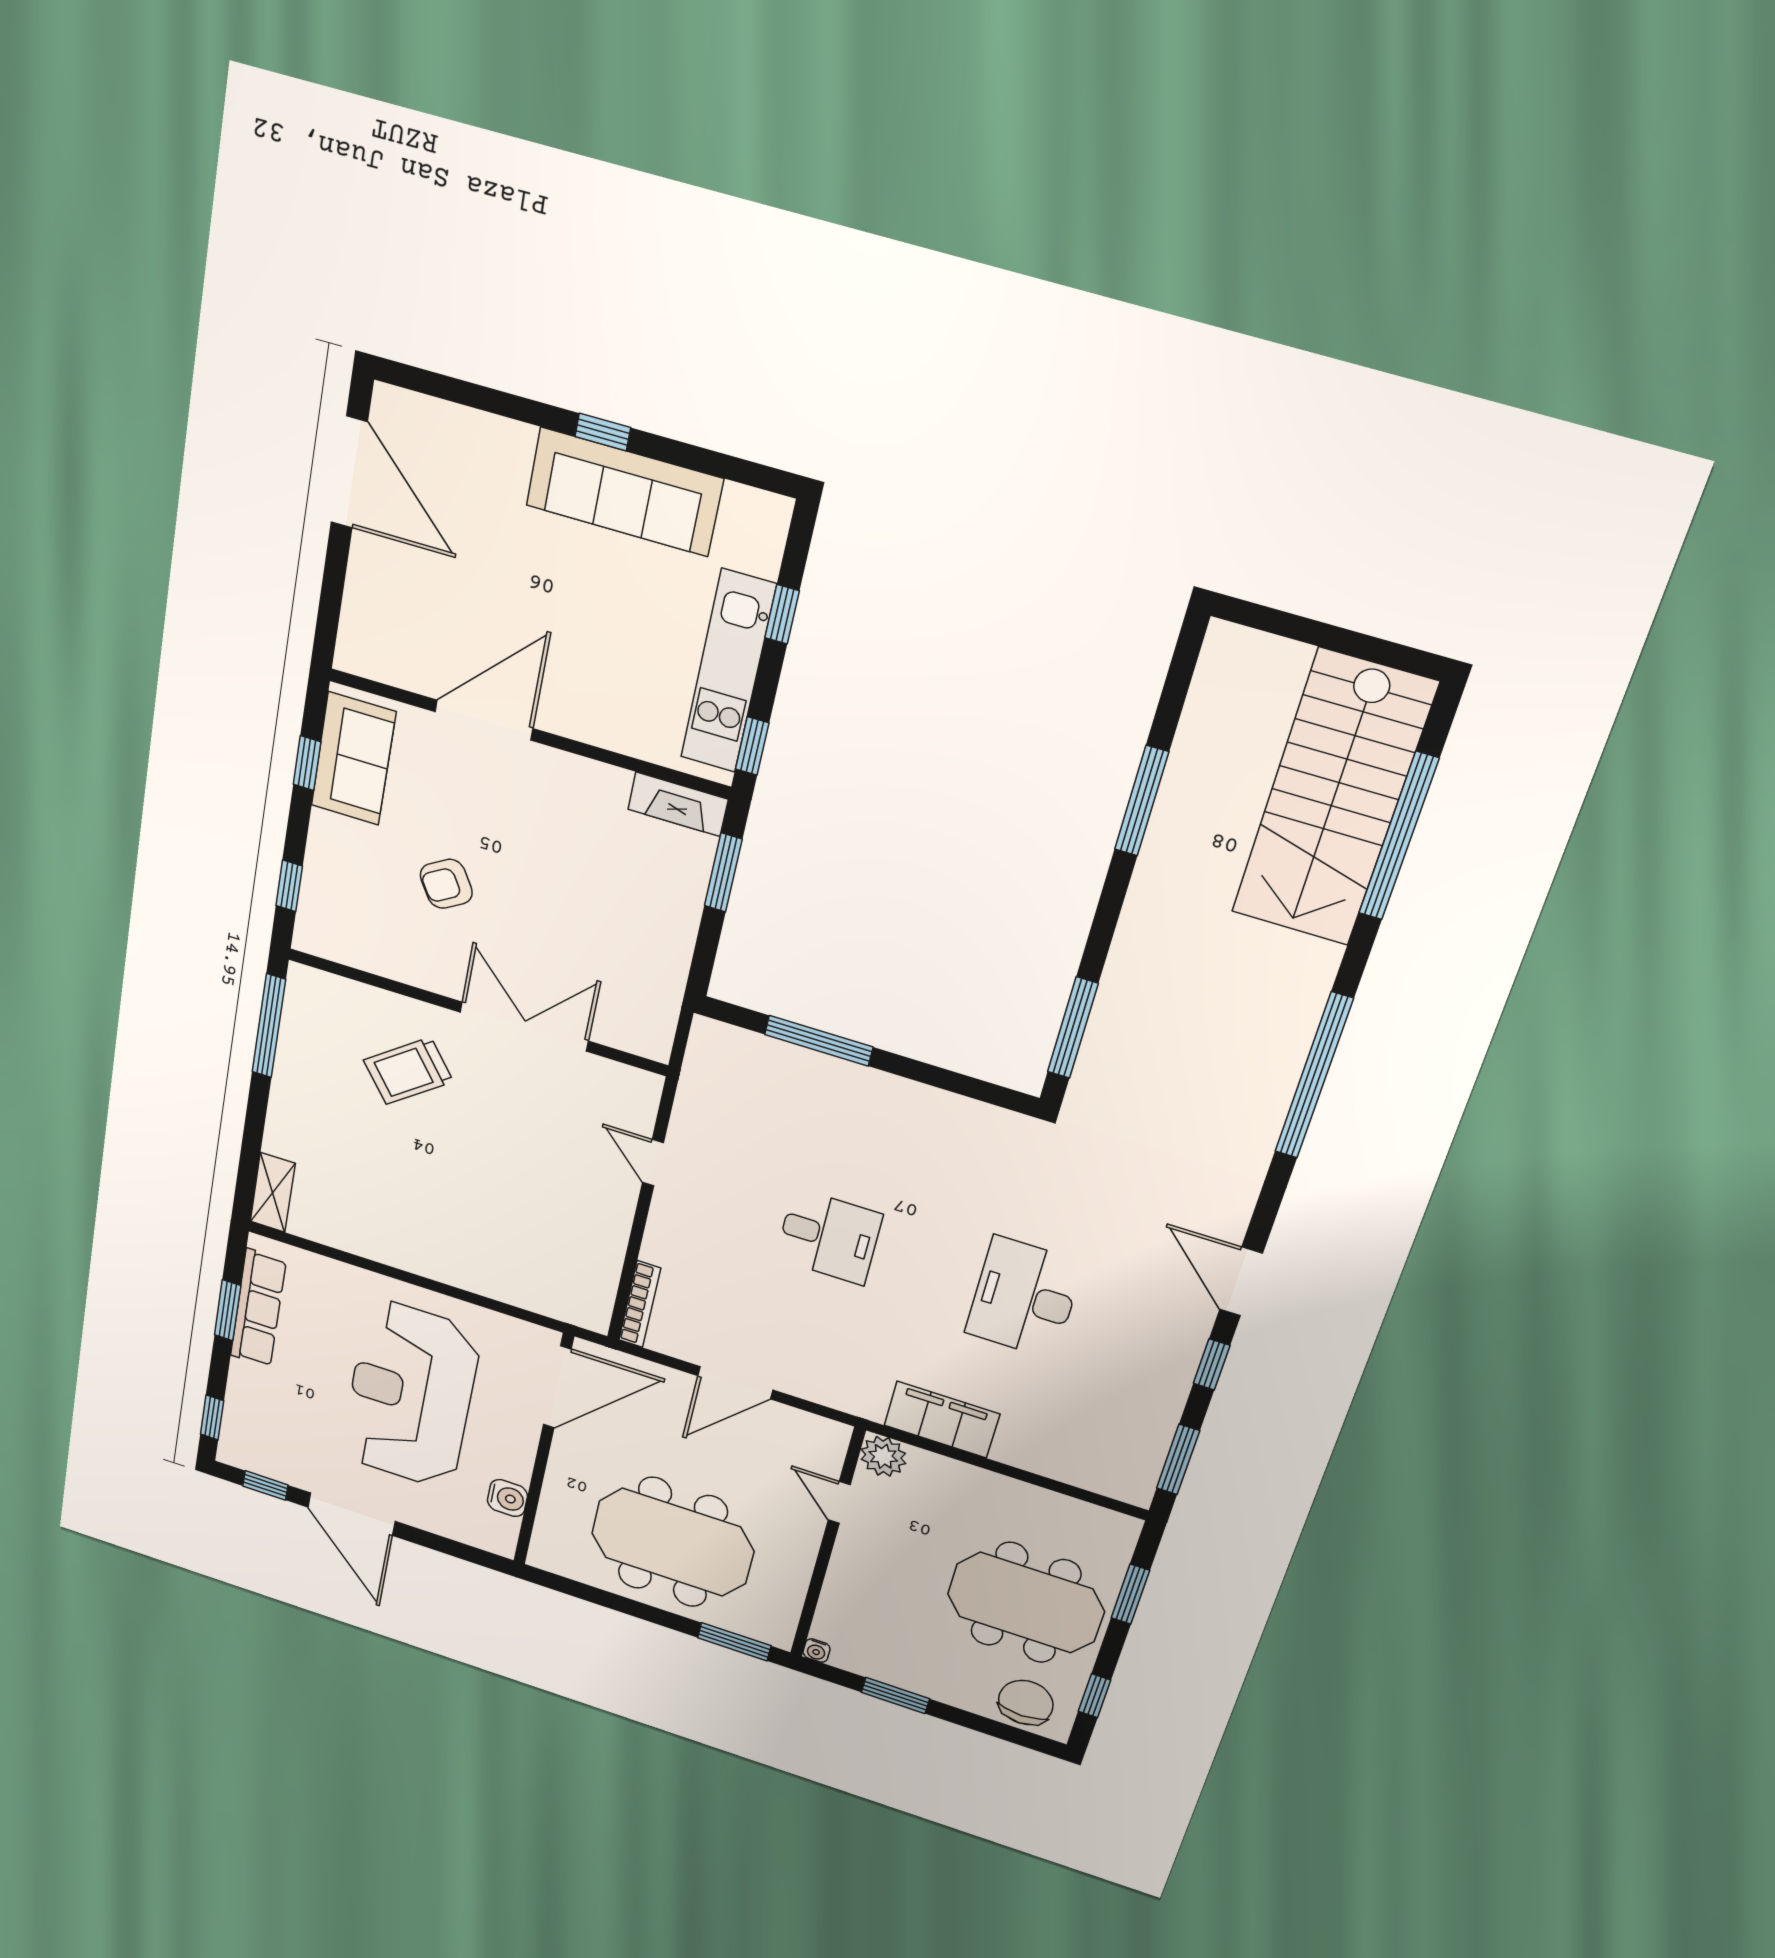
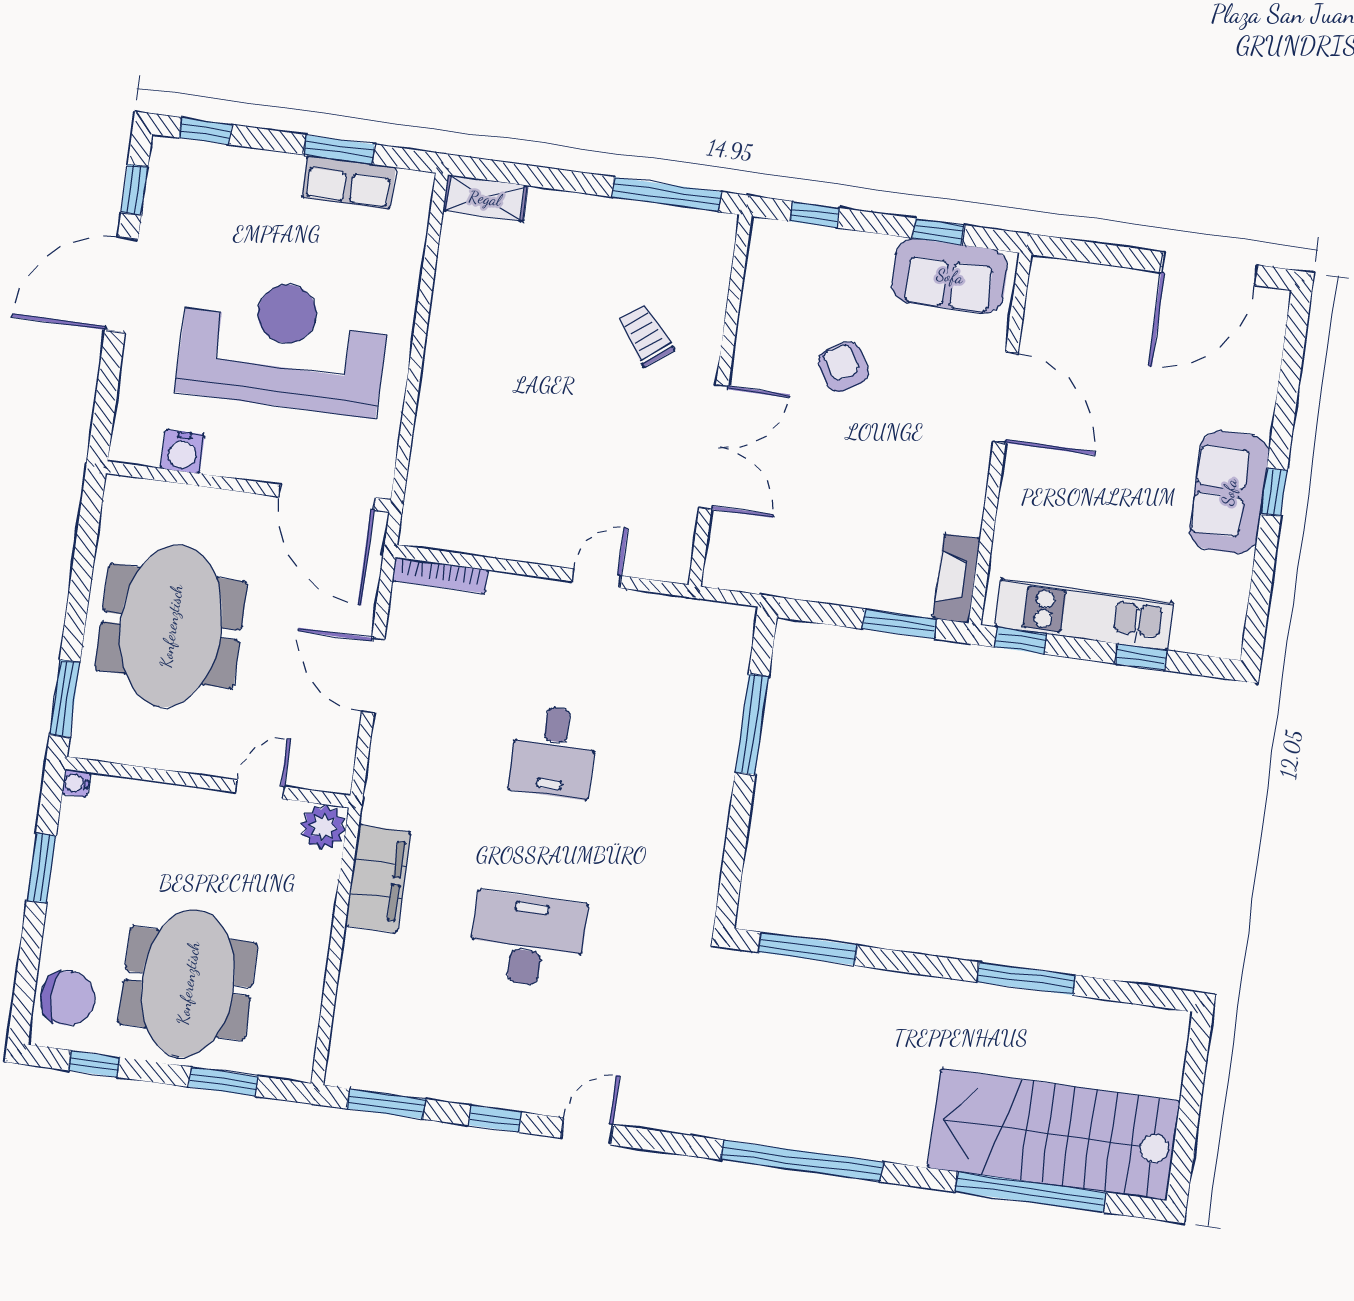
sofa: (624, 492) -> (1229, 492), width x0.73
trolley: (408, 1071) -> (646, 335), width x0.73, depth x0.72
door: (1241, 1281) -> (587, 1131), width x0.73
row of seats: (258, 1308) -> (349, 182), width x0.68

